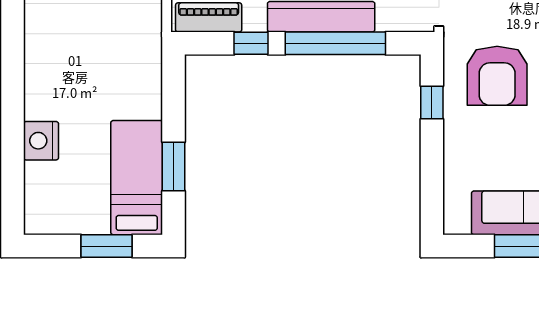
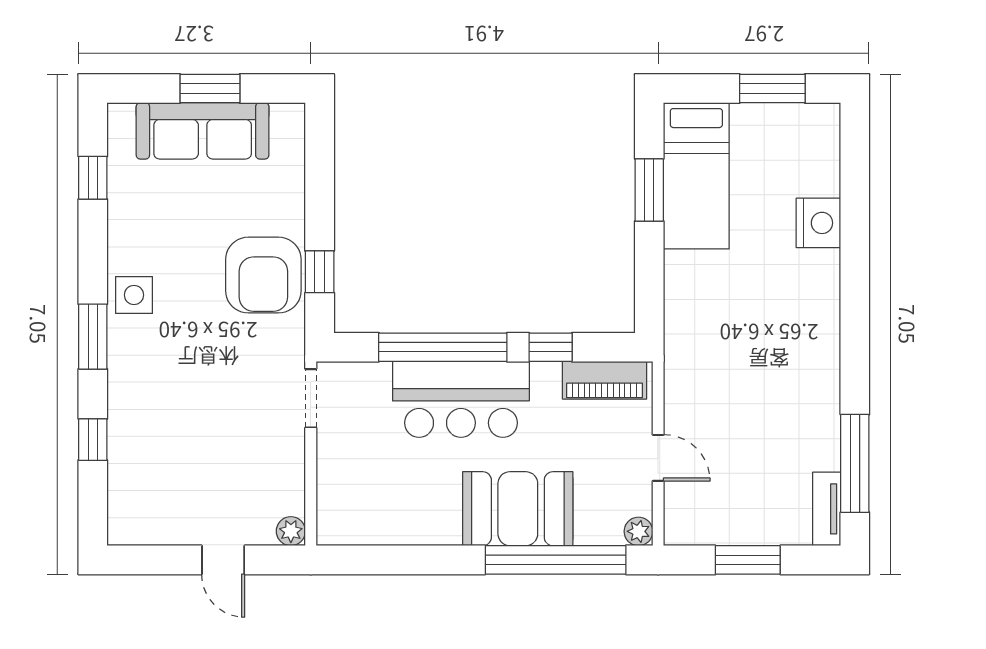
armchair: (497, 76) -> (263, 275), moved, turned 180
window: (107, 246) -> (772, 88), moved

